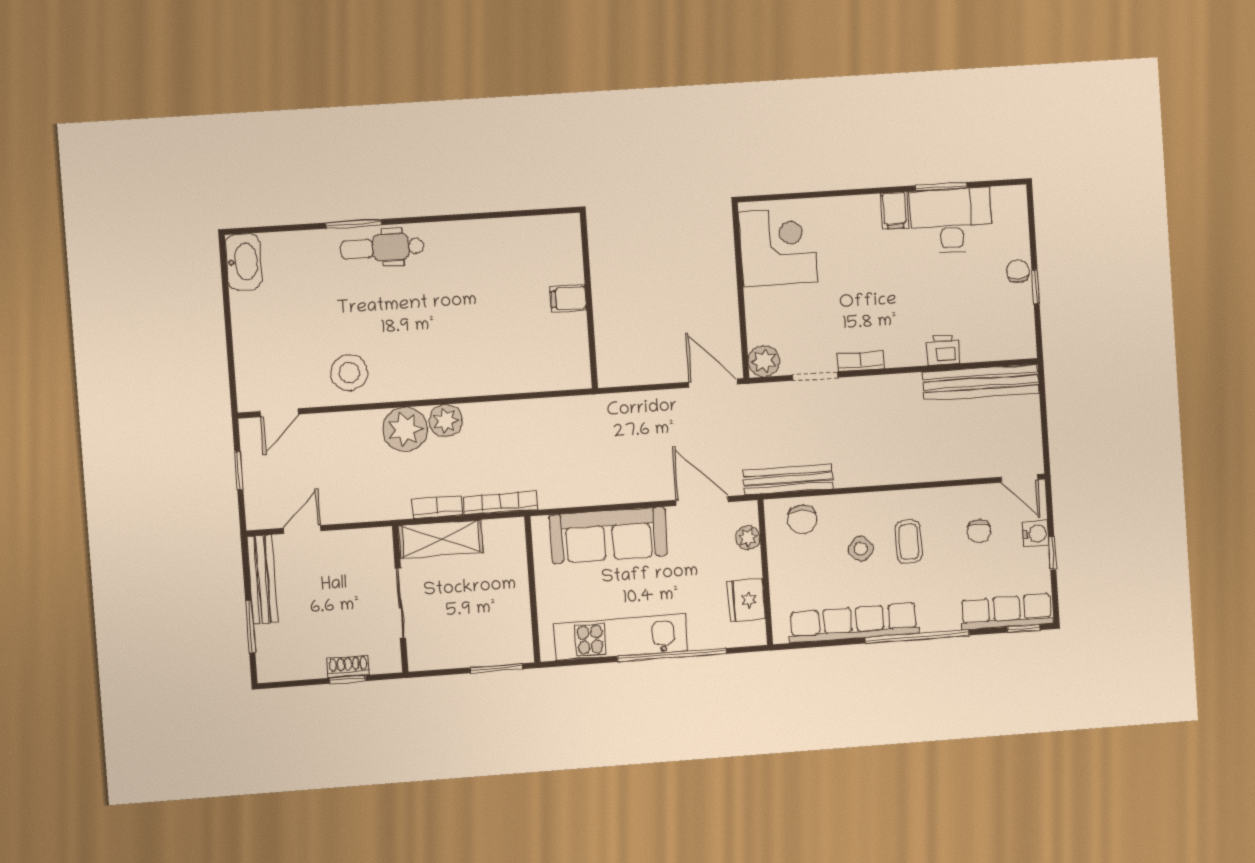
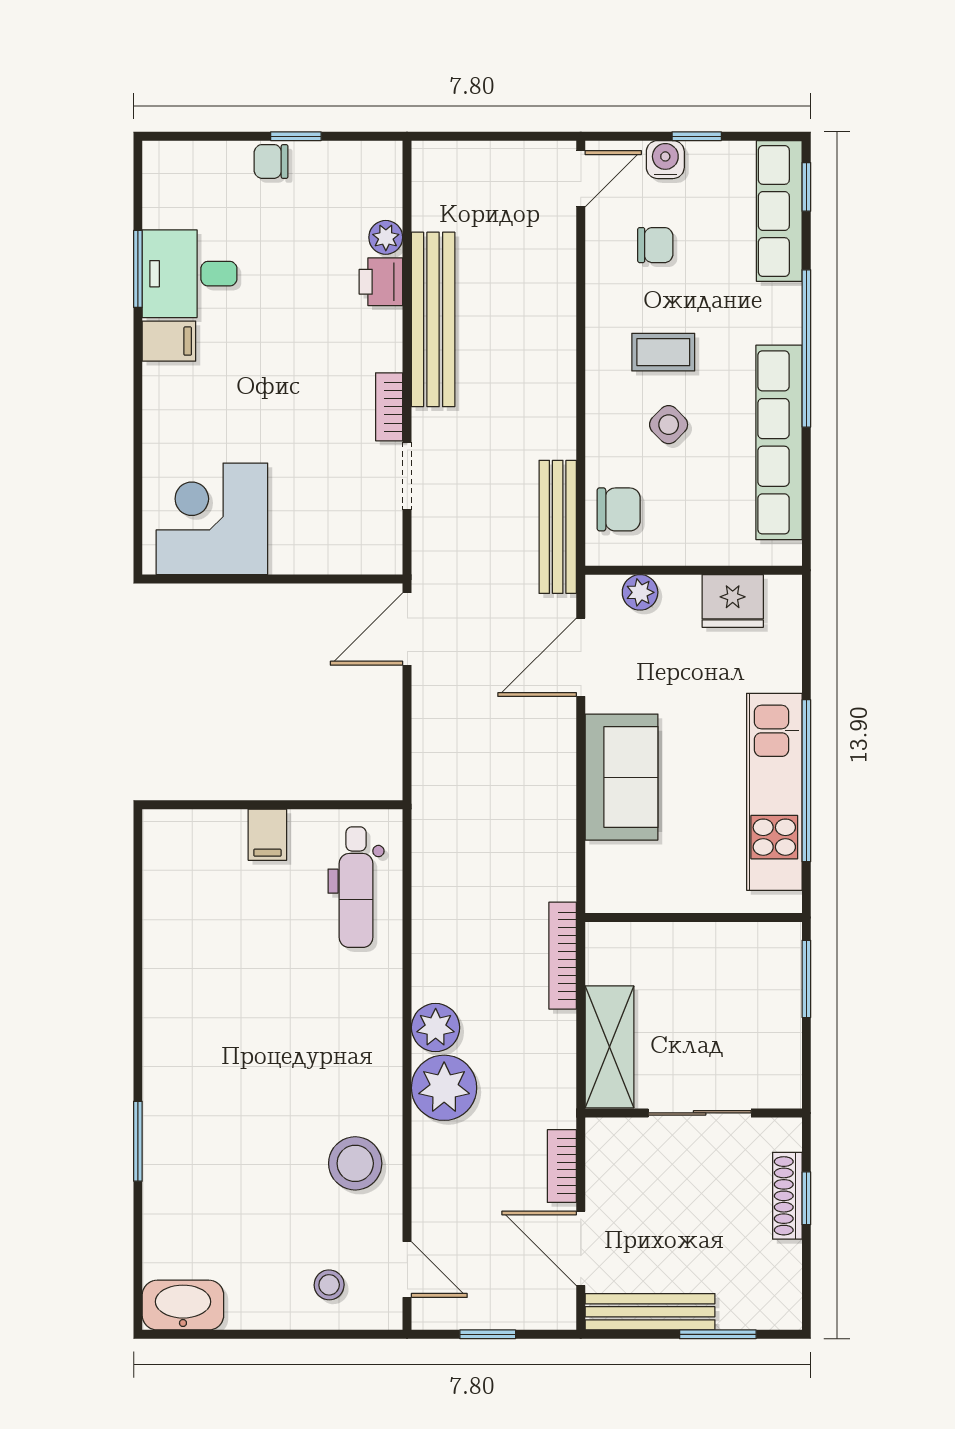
desk: (951, 221) -> (190, 274), width x0.73
dental chair: (382, 248) -> (356, 887), moved
stool: (265, 360) -> (329, 1285), added
plant: (764, 361) -> (386, 237), moved, width x0.73, depth x0.73
bench: (981, 382) -> (433, 319), moved
bookcase: (437, 507) -> (562, 1166), moved
door: (302, 530) -> (581, 1248), width x1.38
sofa: (608, 535) -> (621, 777), width x0.73
window: (672, 655) -> (806, 781), moved
shoe rack: (348, 666) -> (787, 1196), width x1.43

